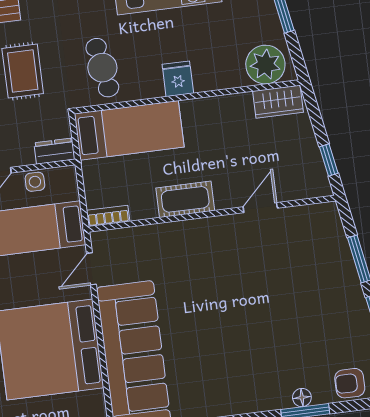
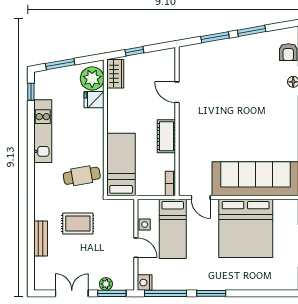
fridge: (178, 79) -> (94, 100), moved
dresser: (54, 151) -> (128, 211), removed
window: (329, 160) -> (134, 51), moved

